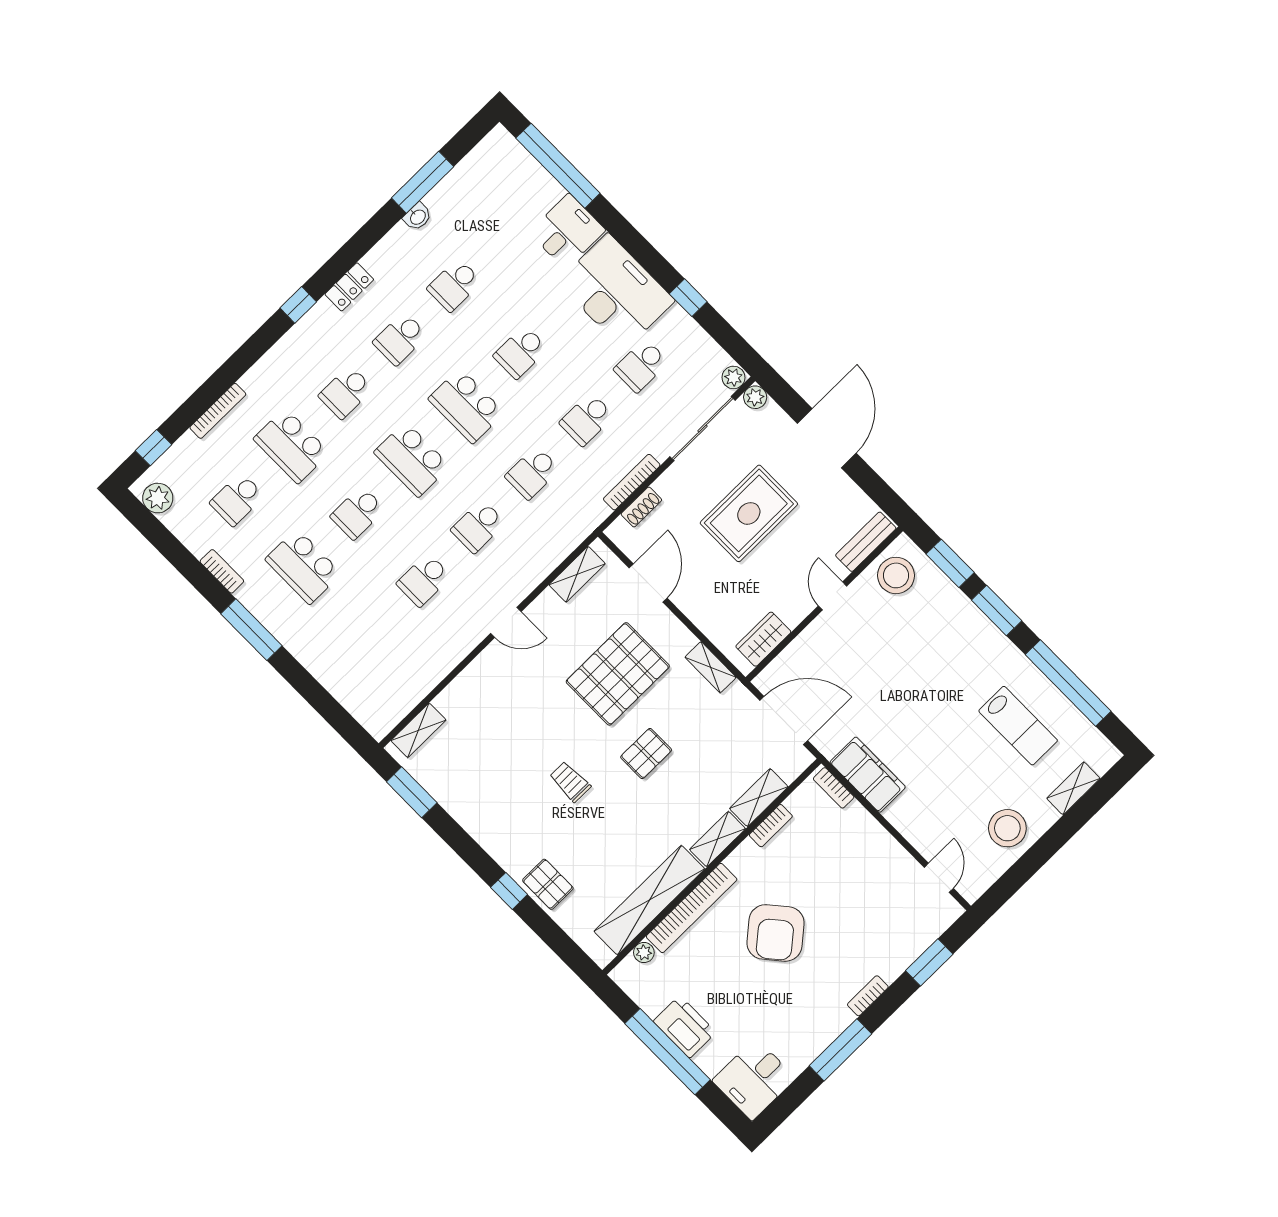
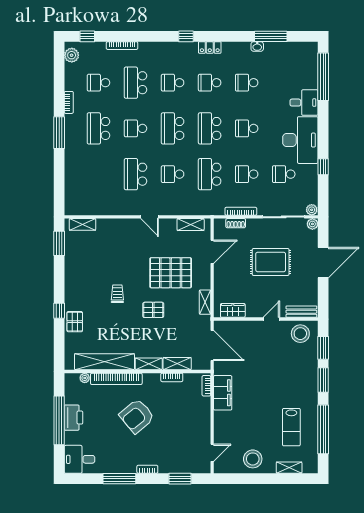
school desk: (532, 473) -> (210, 174), width x1.85
school desk: (424, 580) -> (136, 174), width x1.85

